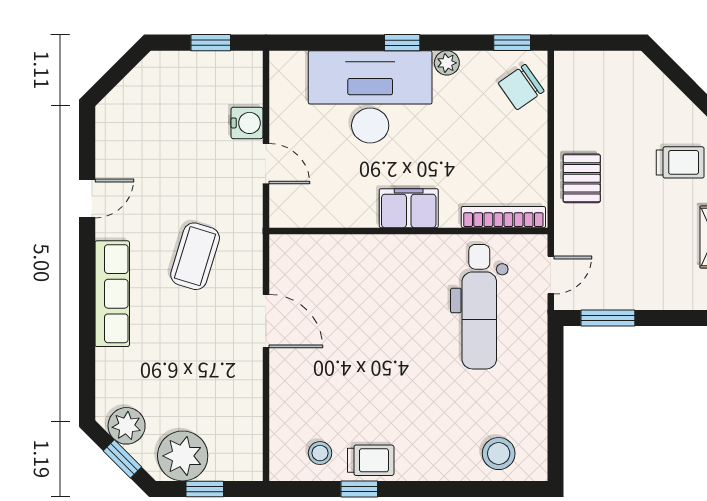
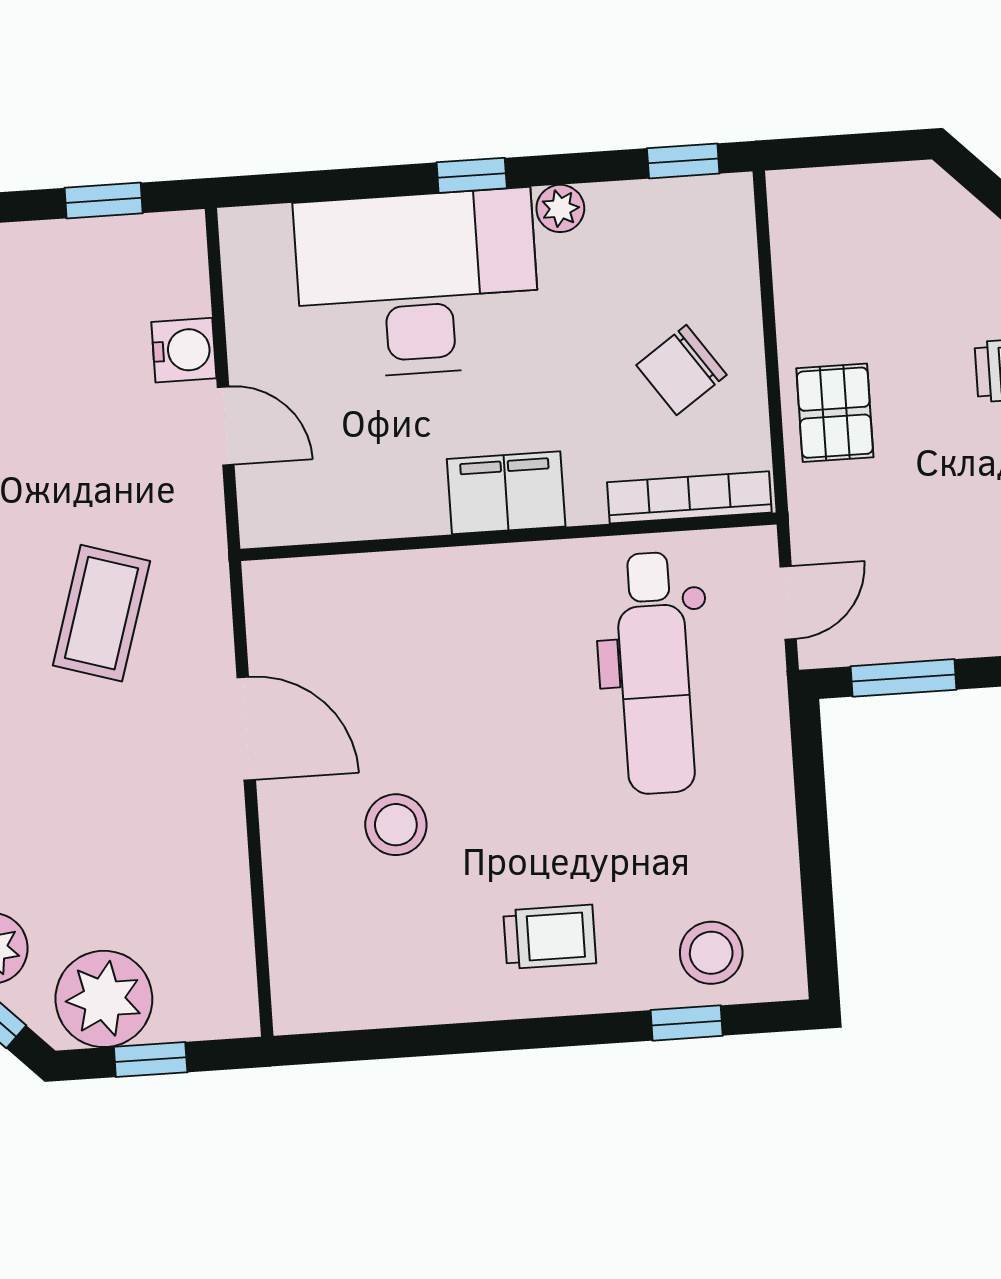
chair: (521, 87) -> (681, 370), moved
stool: (320, 453) -> (396, 825), moved, width x1.37, depth x1.37
trolley: (371, 460) -> (550, 937), moved
window: (359, 489) -> (687, 1023), moved

